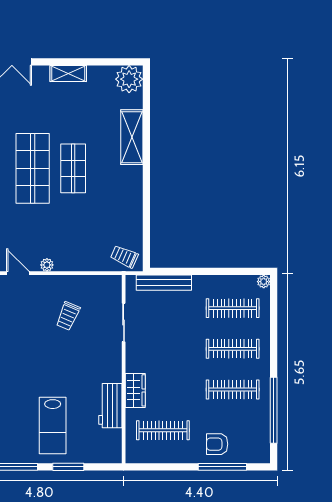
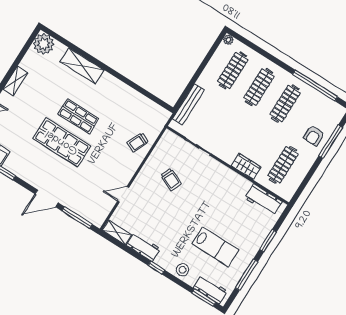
trolley: (124, 257) -> (138, 142), moved
plant: (47, 265) -> (130, 172), removed
workbench: (110, 406) -> (263, 200), moved
lab bench: (53, 426) -> (215, 247), moved

